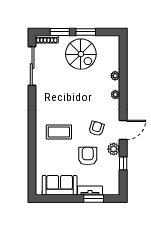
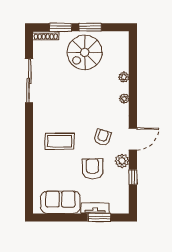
spiral stairs: (81, 54) -> (85, 52), turned 90
sliding door: (32, 66) -> (29, 81), moved

